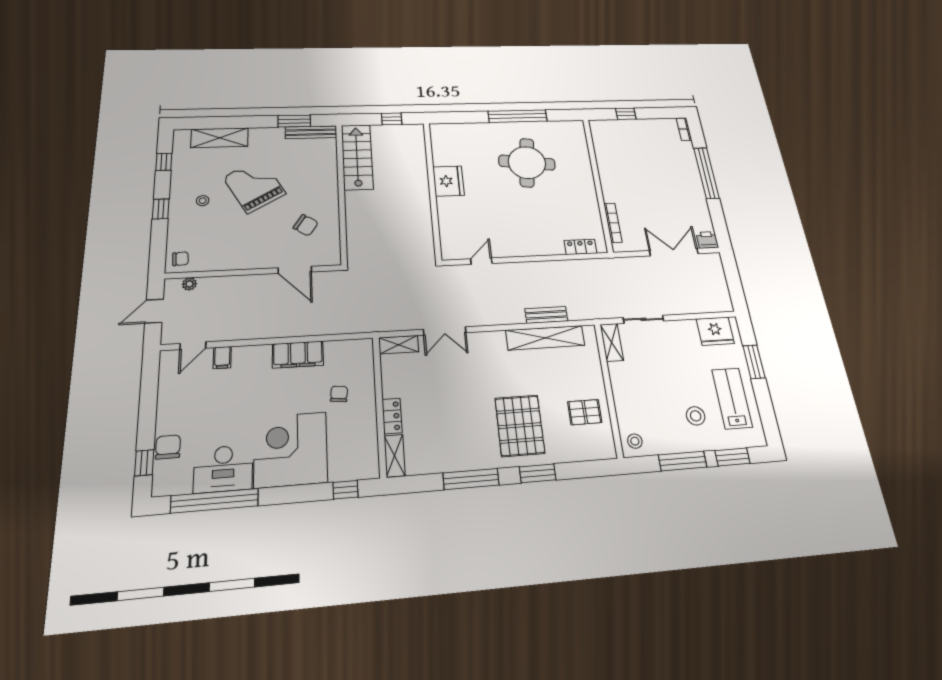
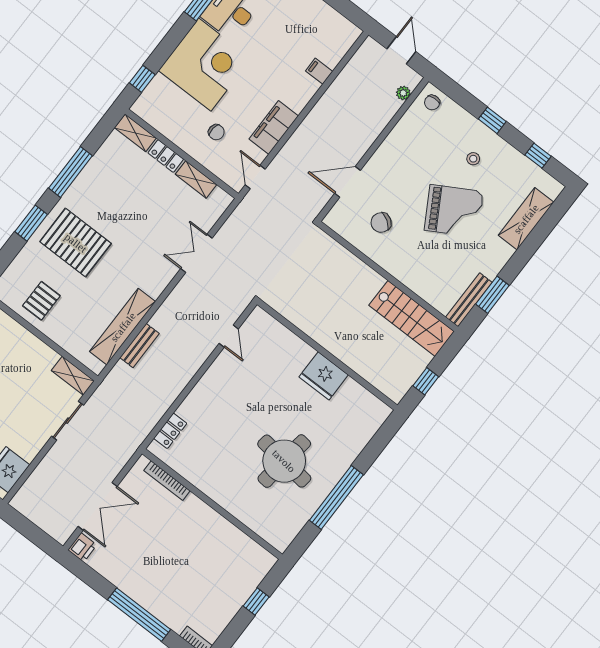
shelving: (399, 345) -> (196, 179), moved, turned 90
door: (193, 346) -> (255, 177), moved

